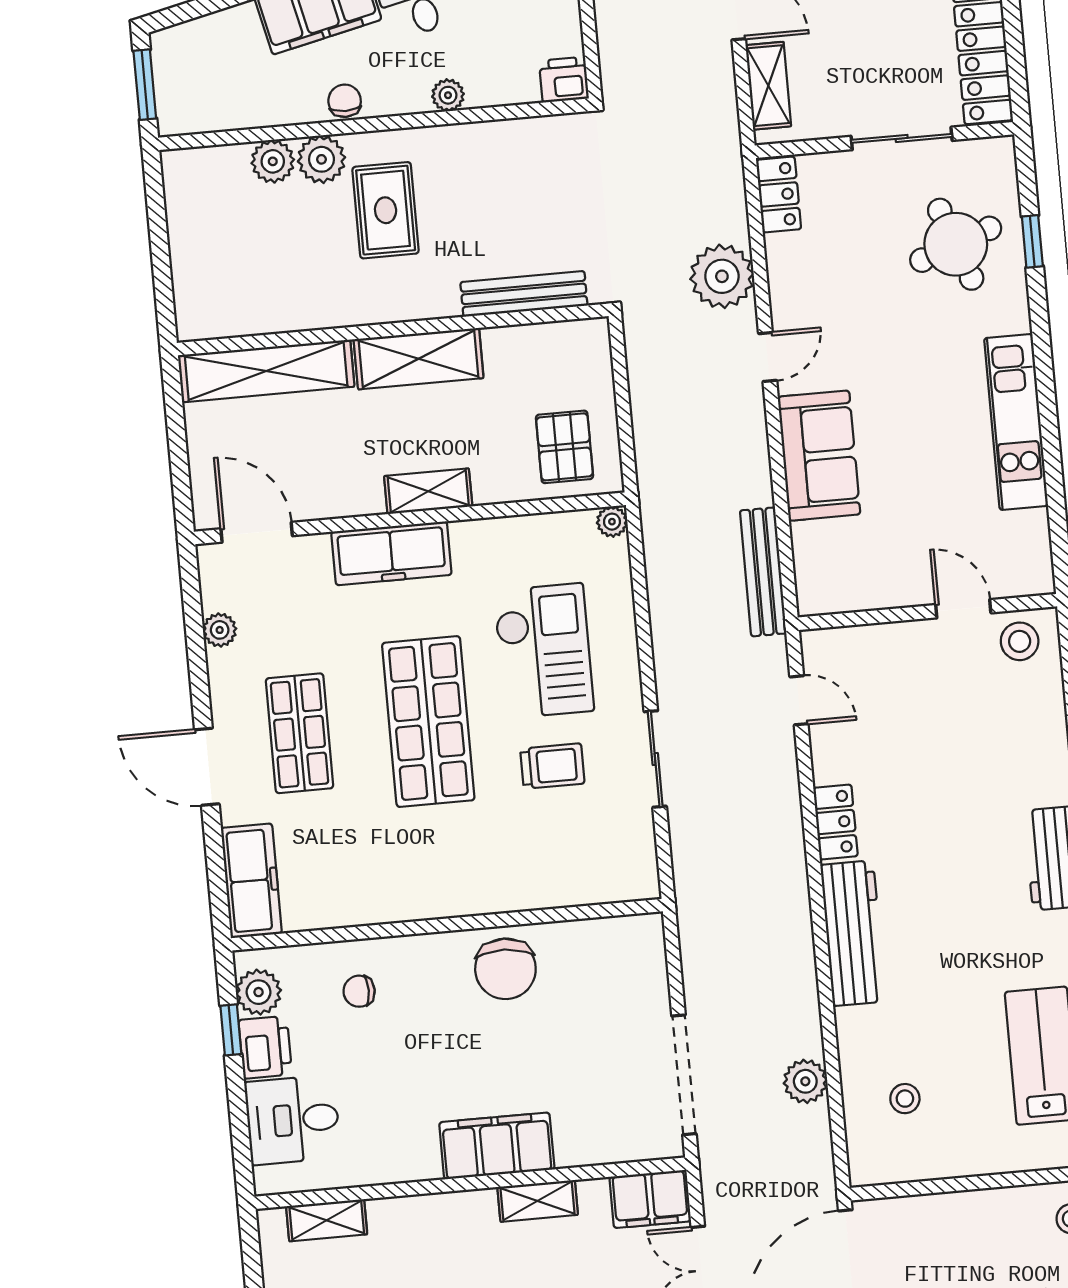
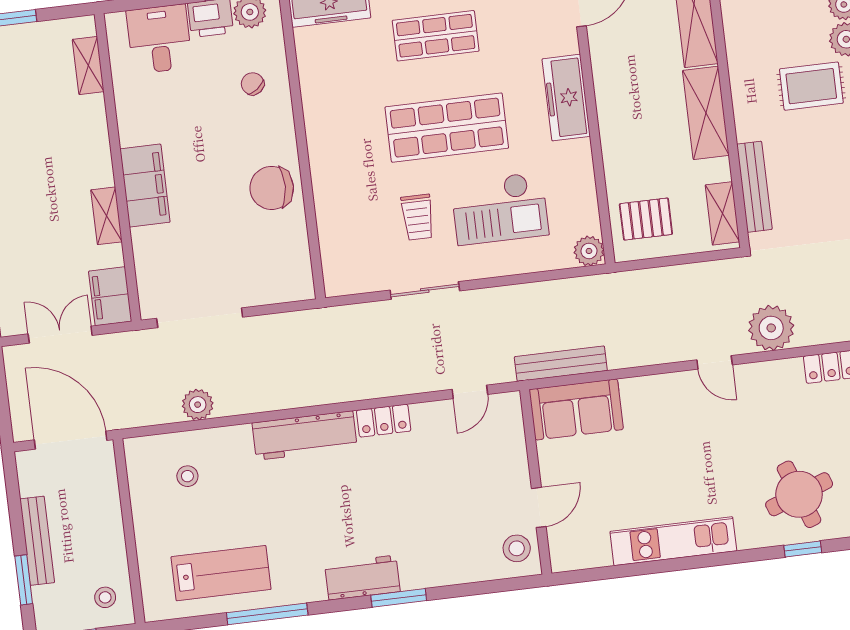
sofa: (819, 456) -> (576, 409), moved
shelving: (428, 491) -> (722, 213), moved
plant: (612, 522) -> (589, 251), width x1.38, depth x1.38
chair: (359, 991) -> (253, 84), turned -37

